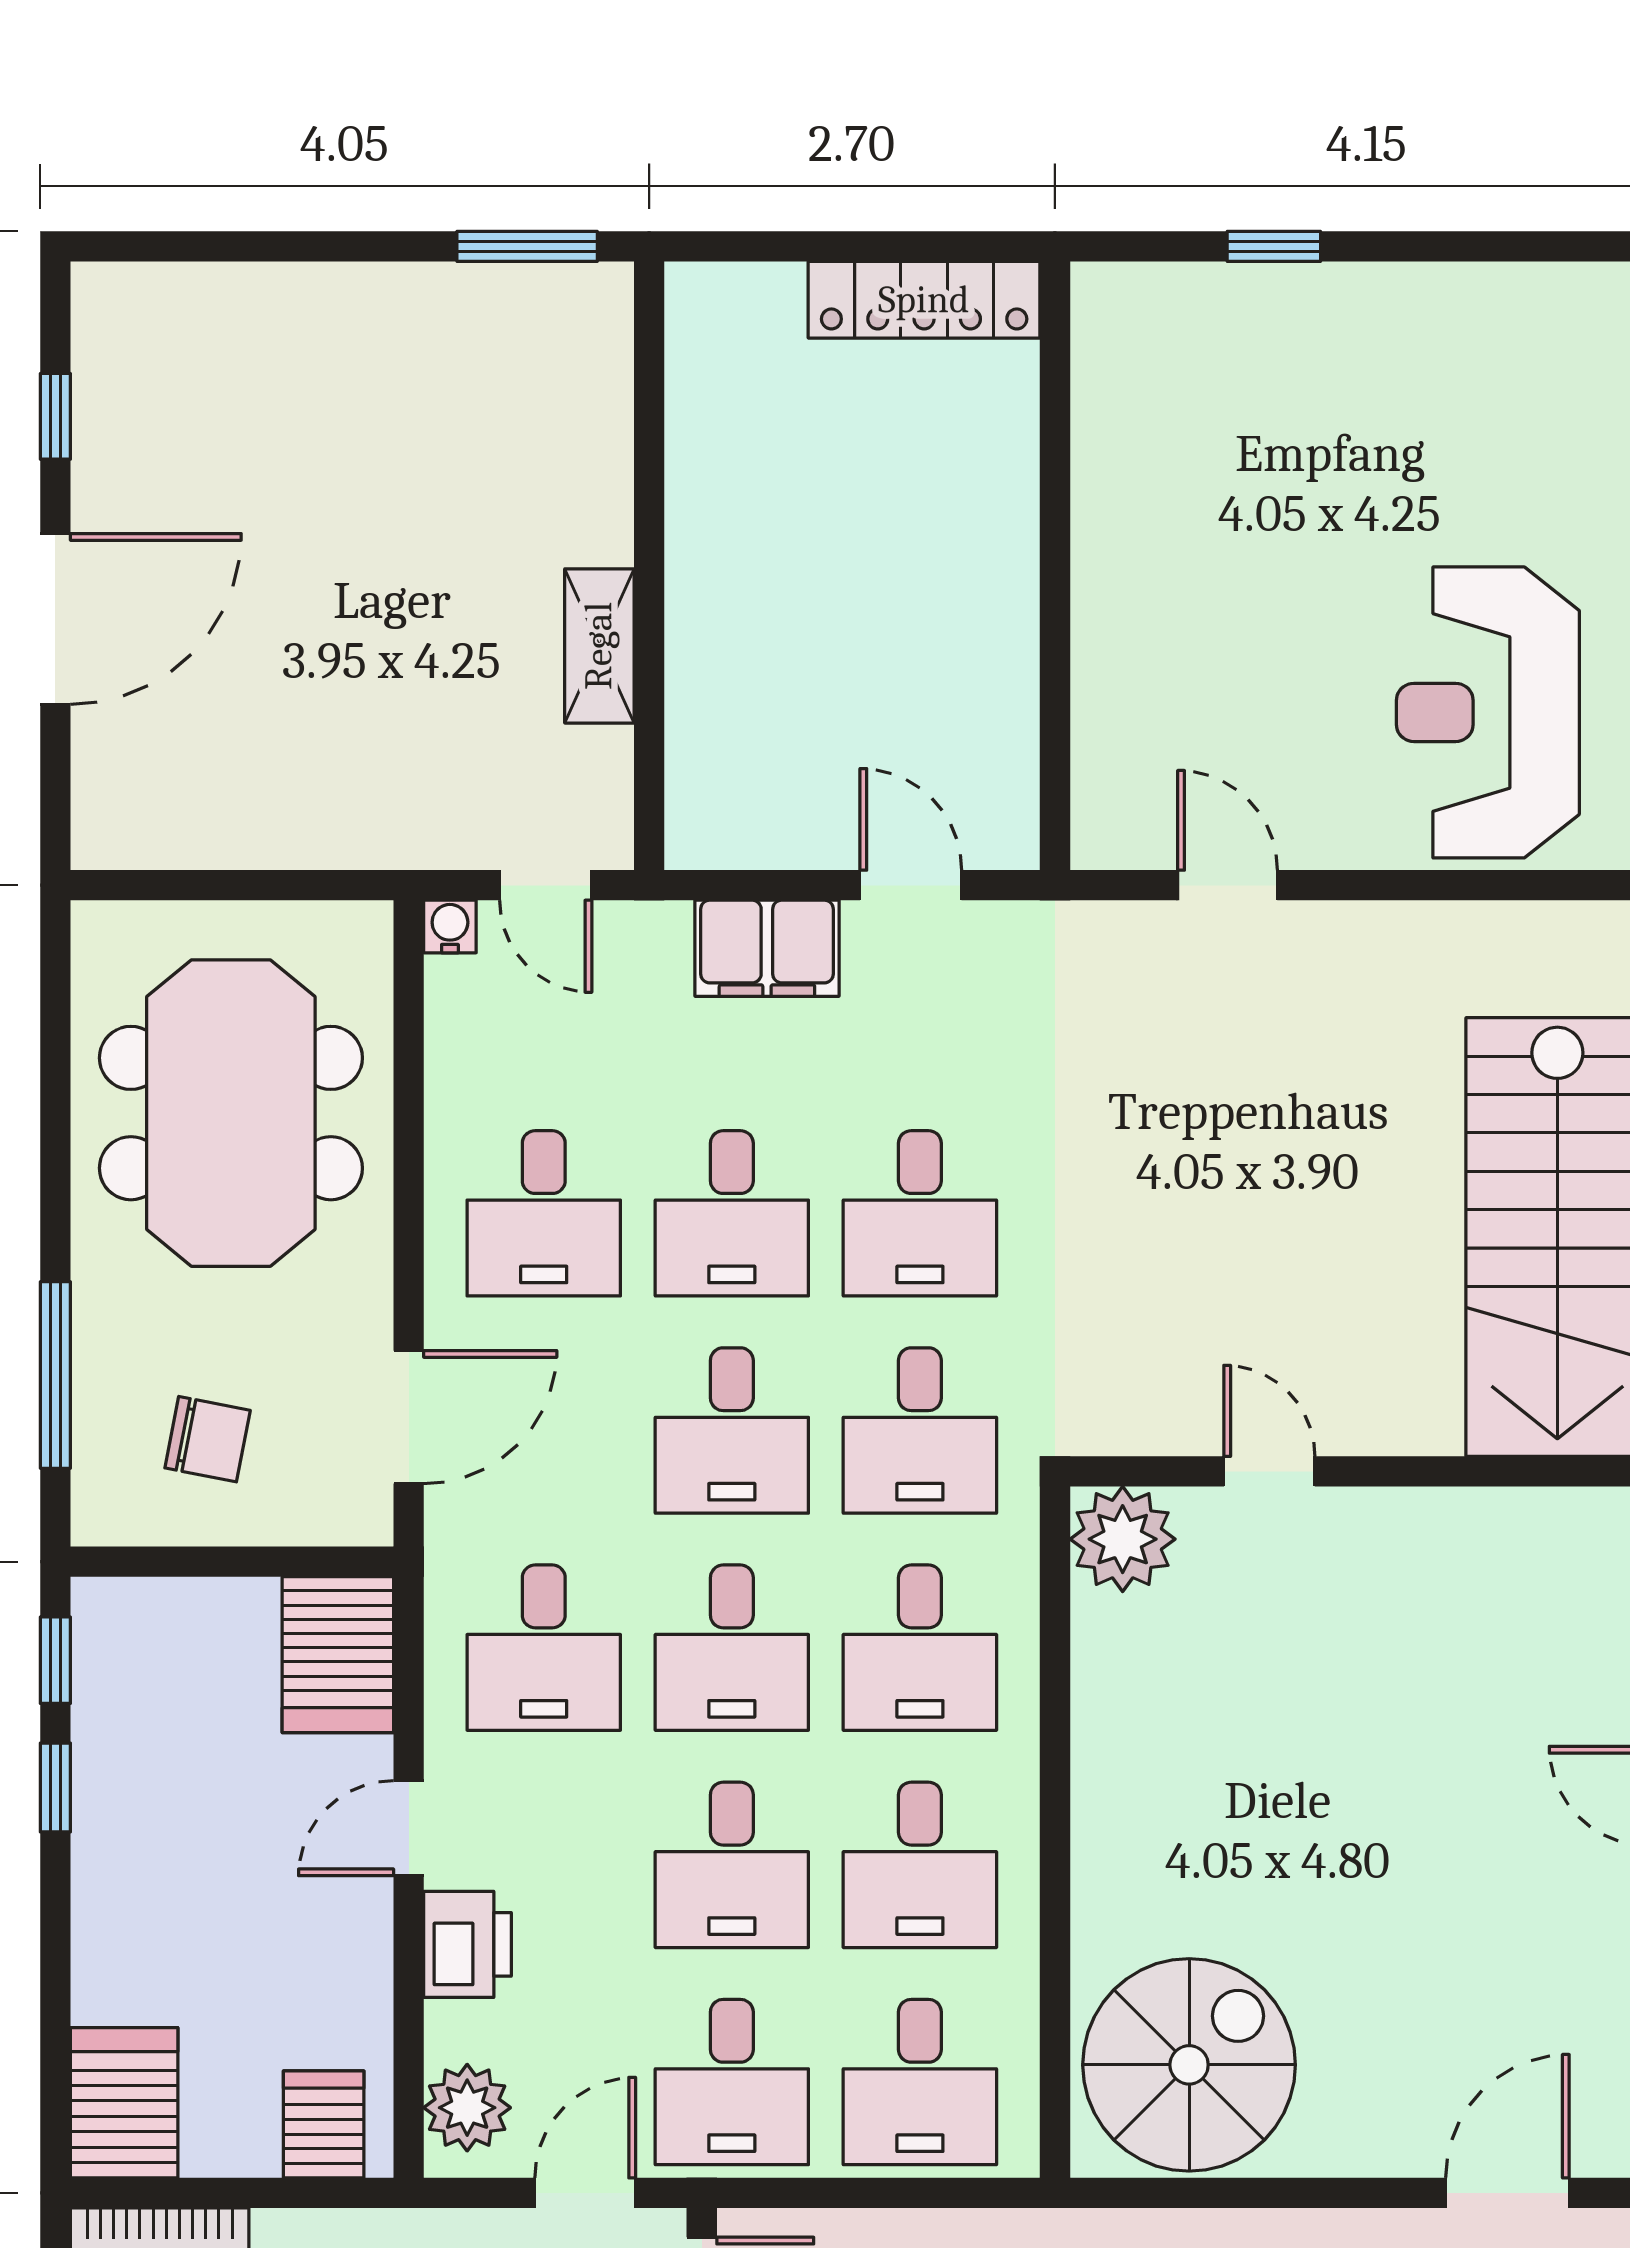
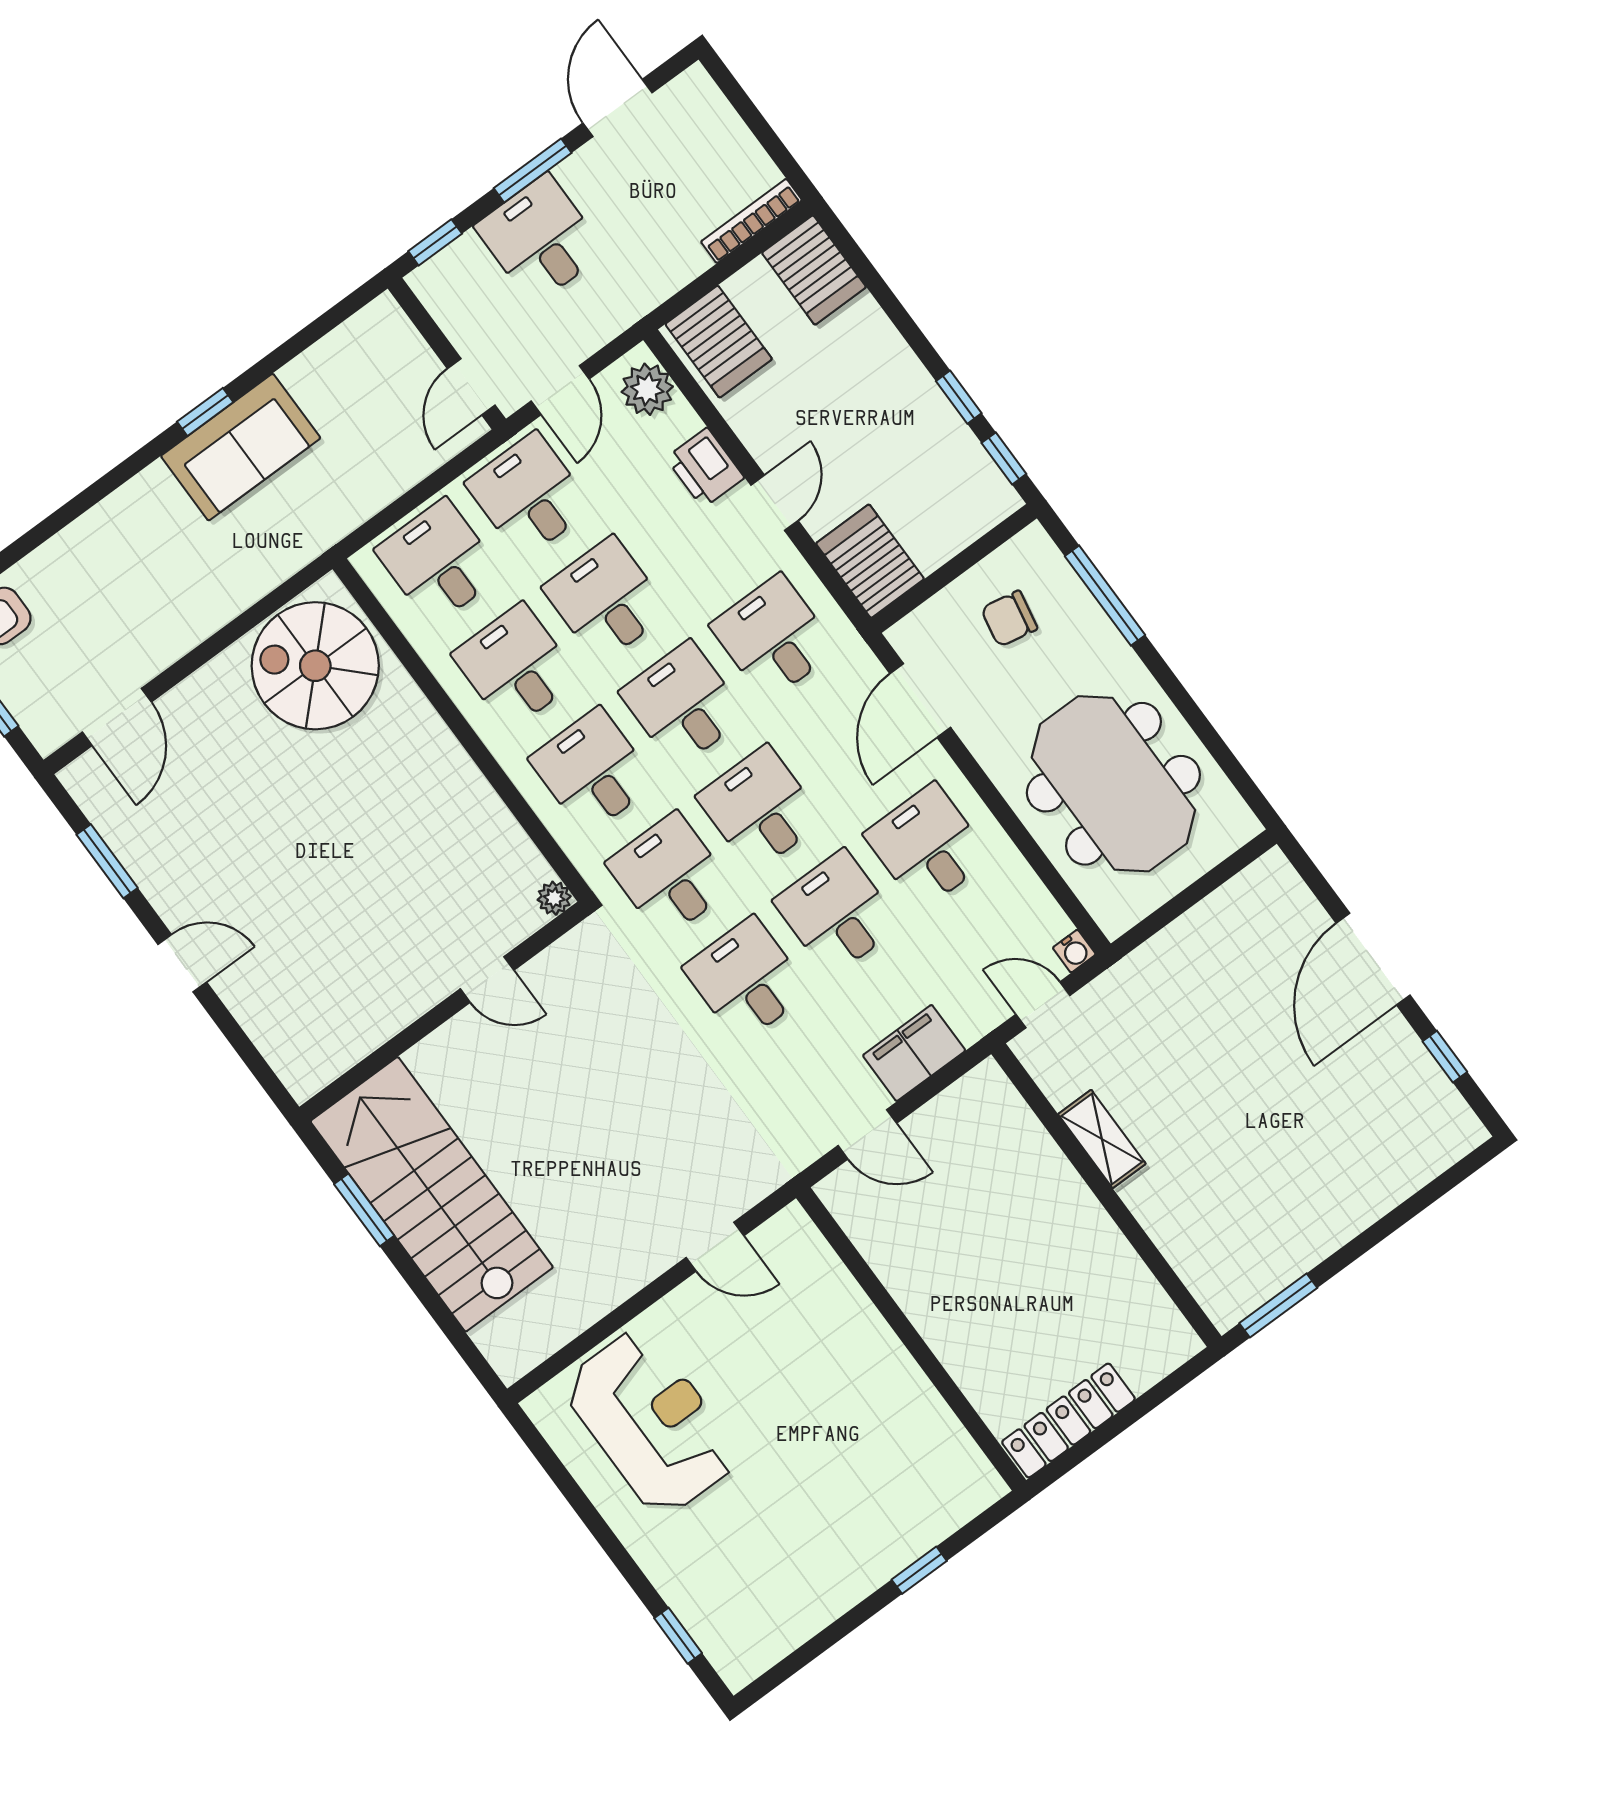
plant: (1123, 1539) -> (554, 898), width x0.53, depth x0.53
spiral stairs: (1189, 2065) -> (315, 666), turned 90
server rack: (324, 2124) -> (719, 342), width x1.36, depth x1.44

